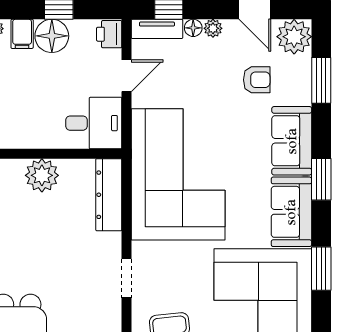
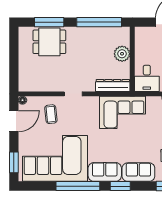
corner sofa: (178, 174) -> (122, 112), width x0.73, depth x0.74
window: (321, 269) -> (78, 186), width x2.11

